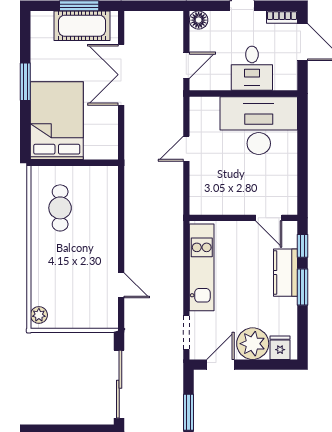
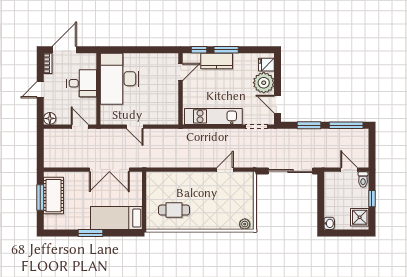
double door: (121, 75) -> (109, 170), moved
bed: (57, 121) -> (116, 218), width x0.67

